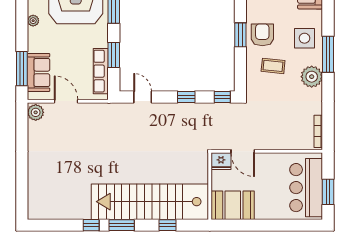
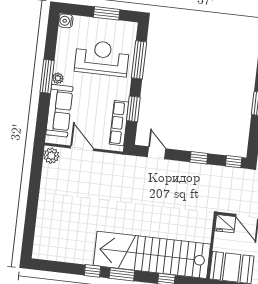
plant: (33, 21) -> (58, 78), moved
window: (22, 69) -> (47, 76), moved
sofa: (39, 72) -> (59, 111), width x1.36

